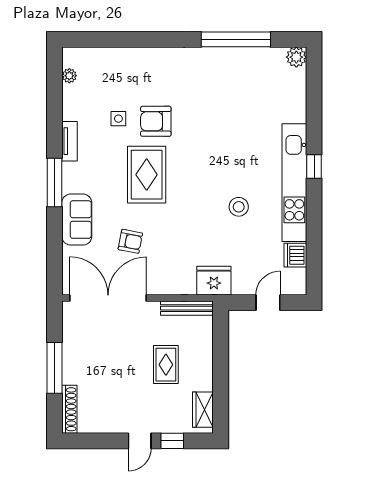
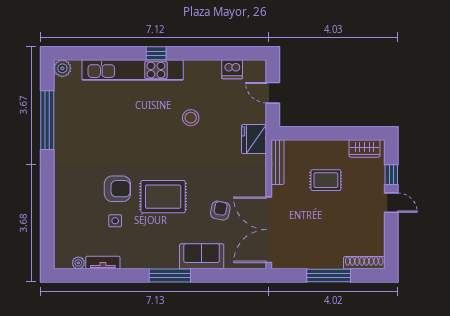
armchair: (156, 121) -> (117, 189), turned -90
tv unit: (70, 141) -> (103, 263), moved
kitchen unit: (294, 183) -> (133, 70), moved

